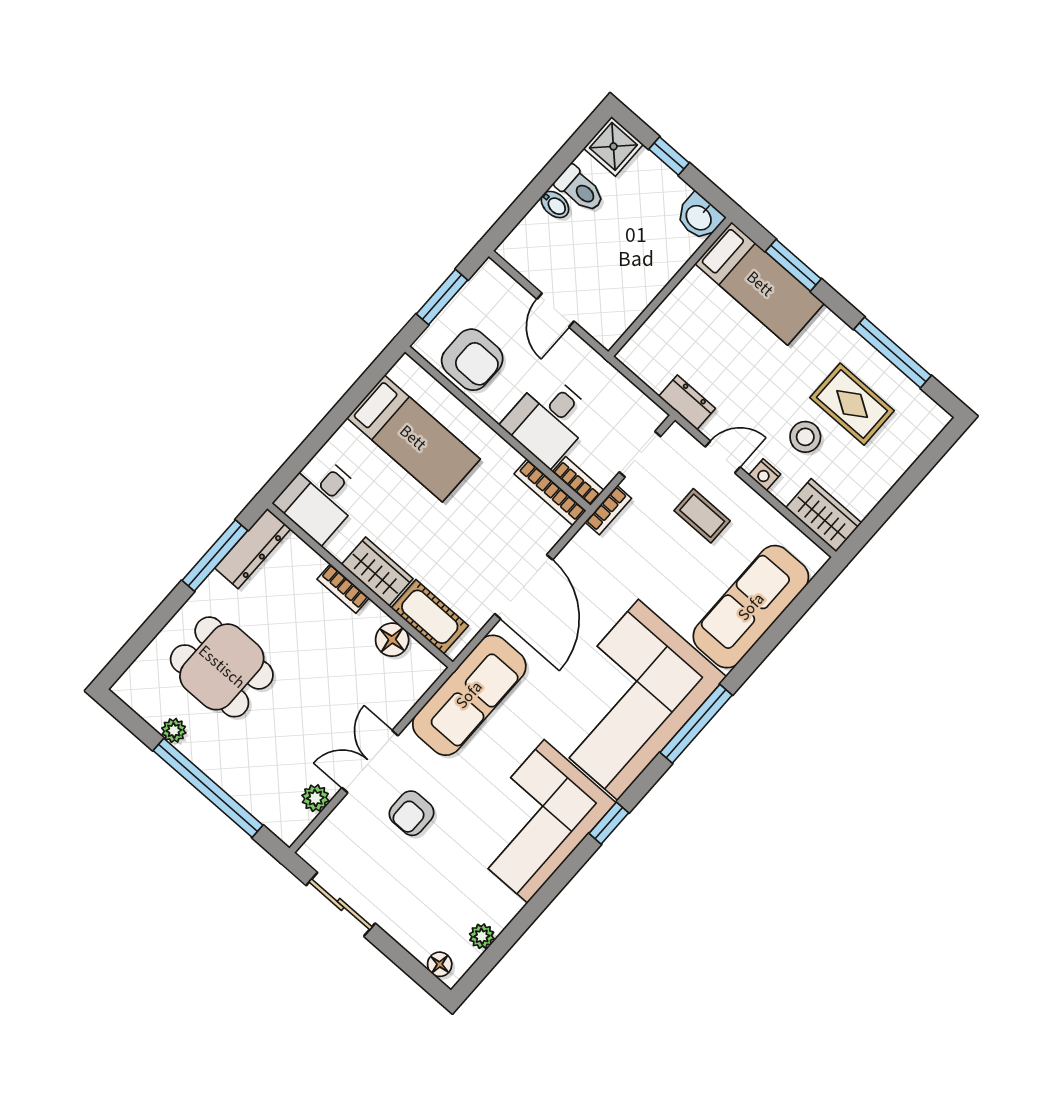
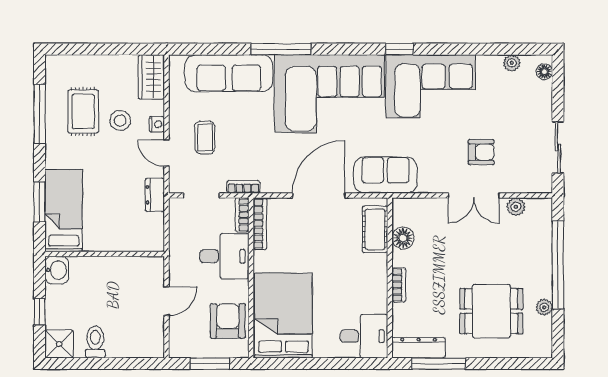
bidet: (555, 204) -> (114, 348), removed
bed: (413, 438) -> (283, 316), width x1.50
wardrobe: (377, 572) -> (375, 275), removed
dining table: (222, 667) -> (491, 311), turned 90
sofa: (469, 695) -> (385, 175), width x0.73
window: (696, 724) -> (281, 49), moved

